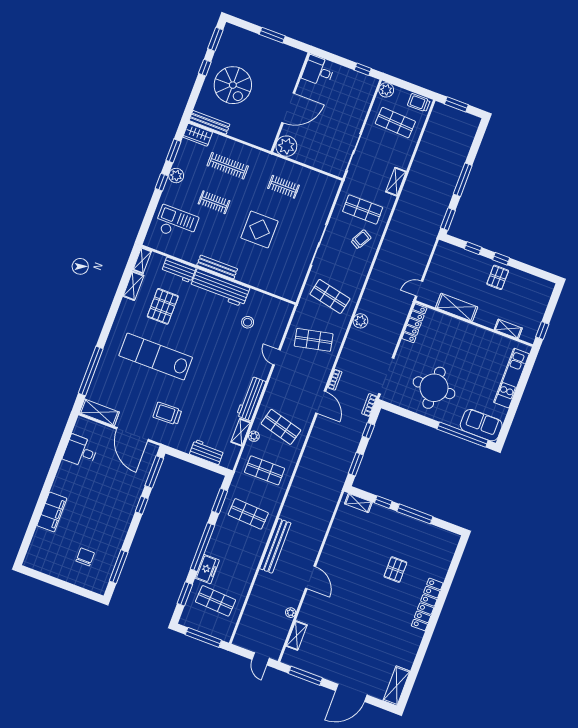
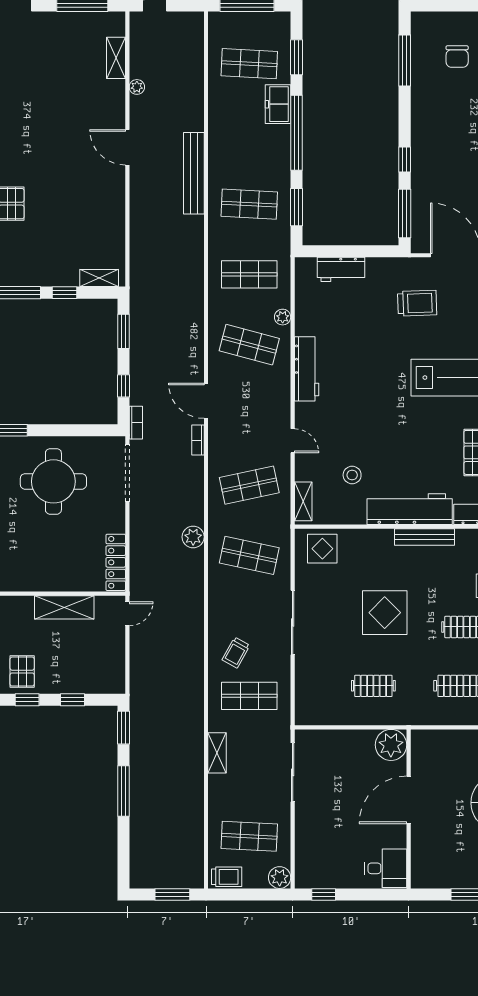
display table: (283, 284) -> (322, 549), added
shelving: (241, 432) -> (303, 501), moved

